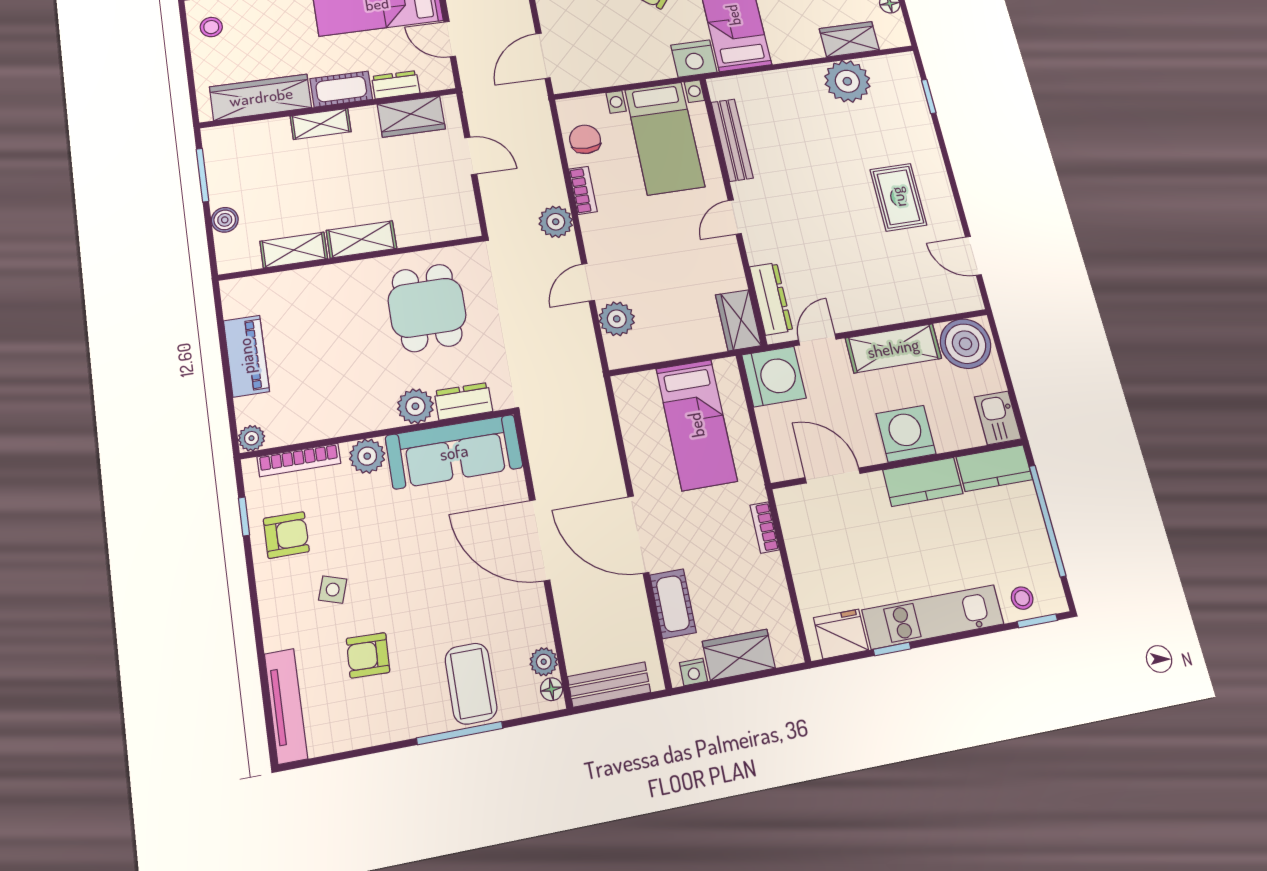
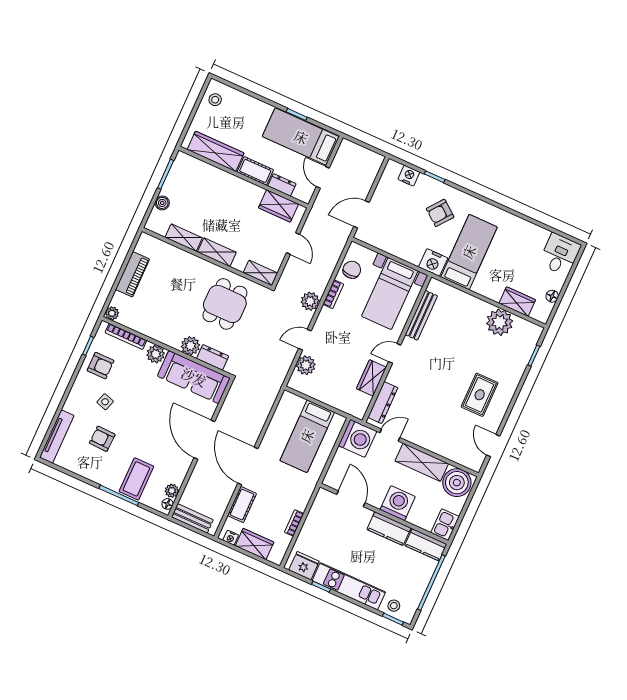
shelving: (321, 124) -> (260, 273), moved
wardrobe: (738, 320) -> (371, 378), moved
bookcase: (765, 527) -> (294, 523), moved

